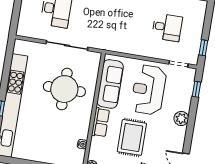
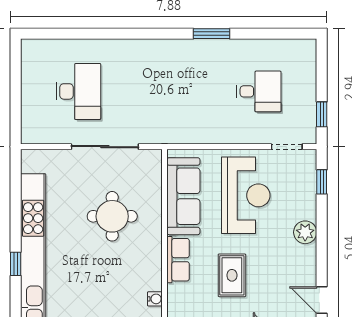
round table: (64, 89) -> (112, 216), width x0.73, depth x0.73
reception desk: (149, 90) -> (246, 195), turned 180
rug: (132, 137) -> (232, 275), width x0.73, depth x0.70

